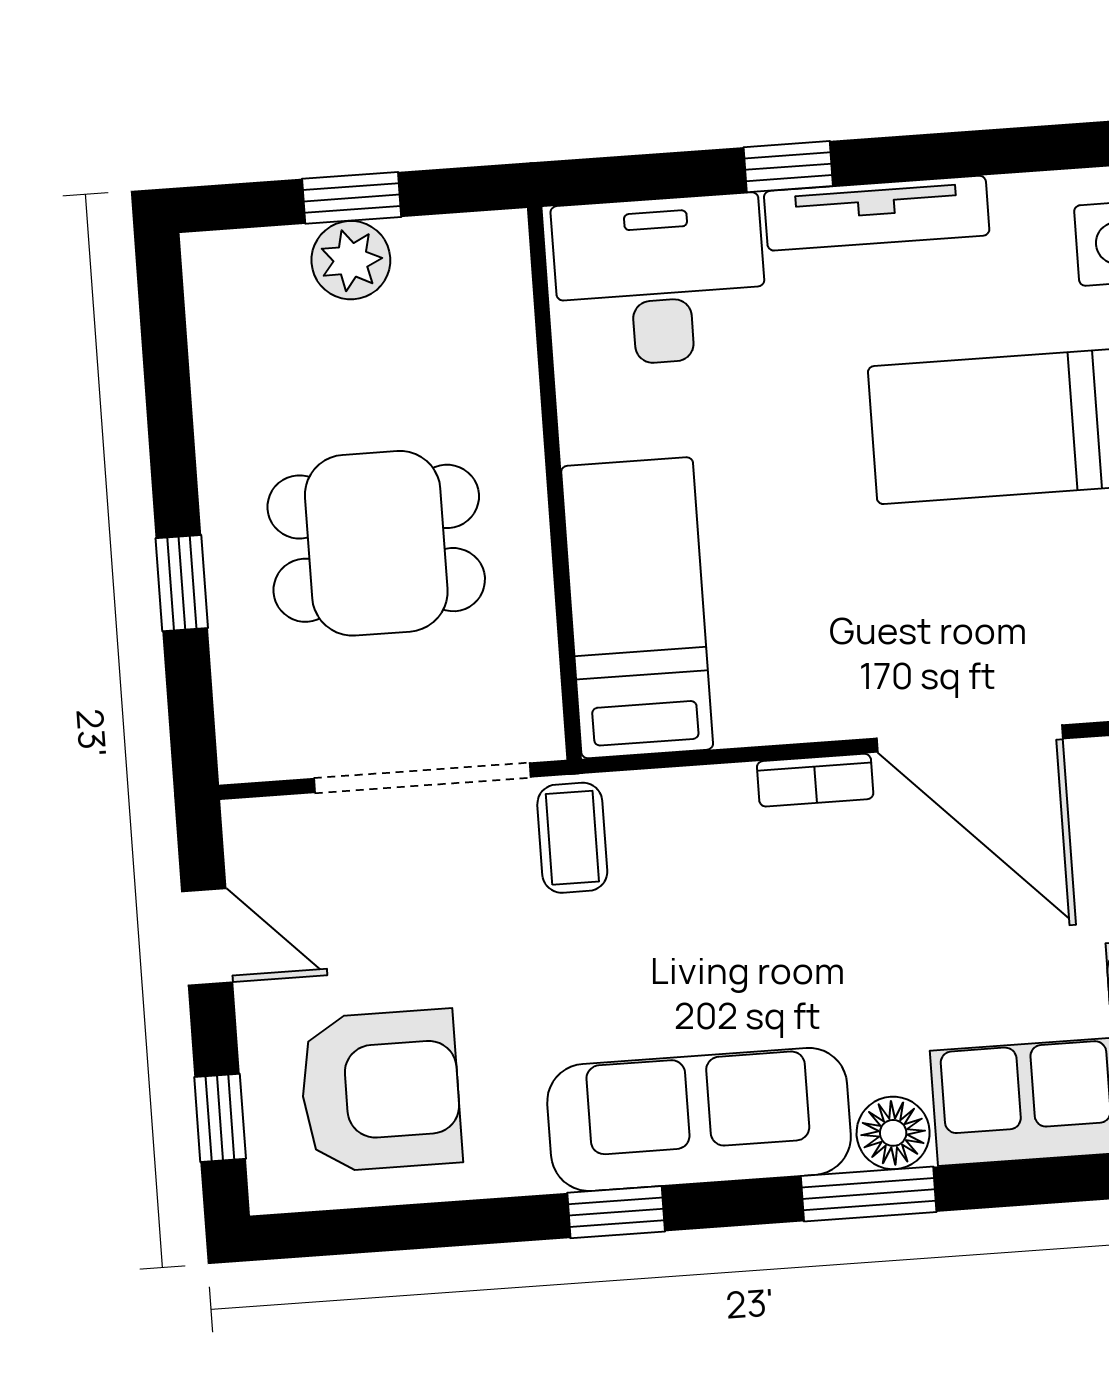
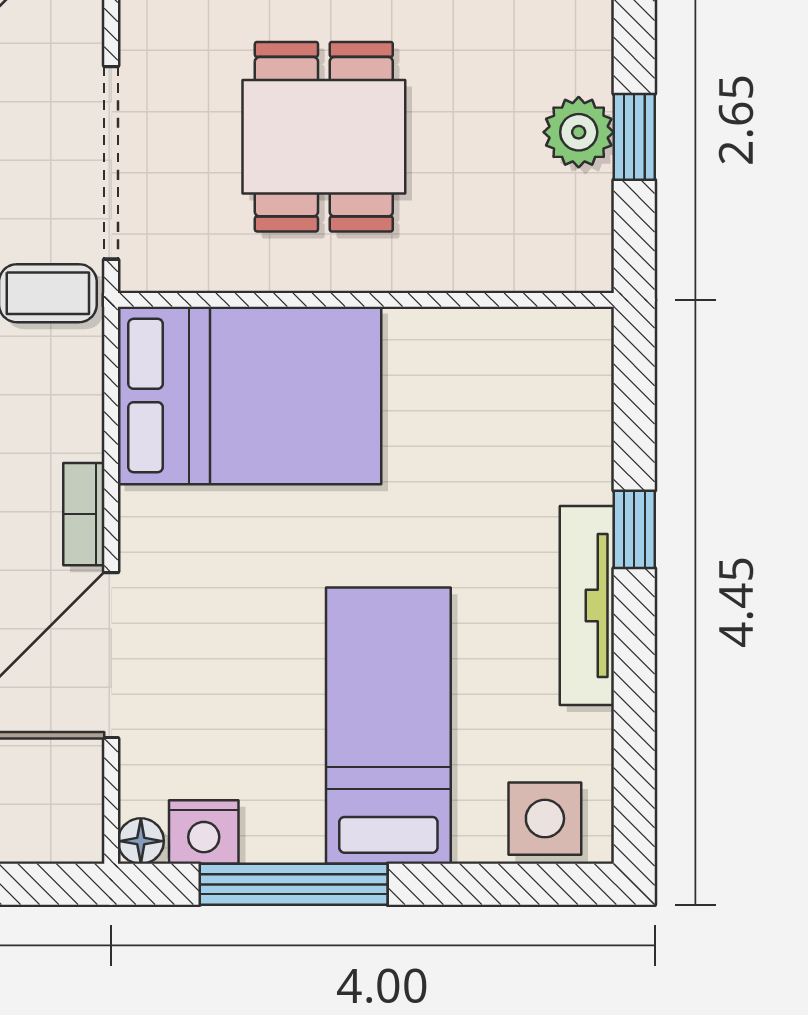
desk: (660, 281) -> (541, 407), removed
bed: (637, 608) -> (249, 396), width x1.50

